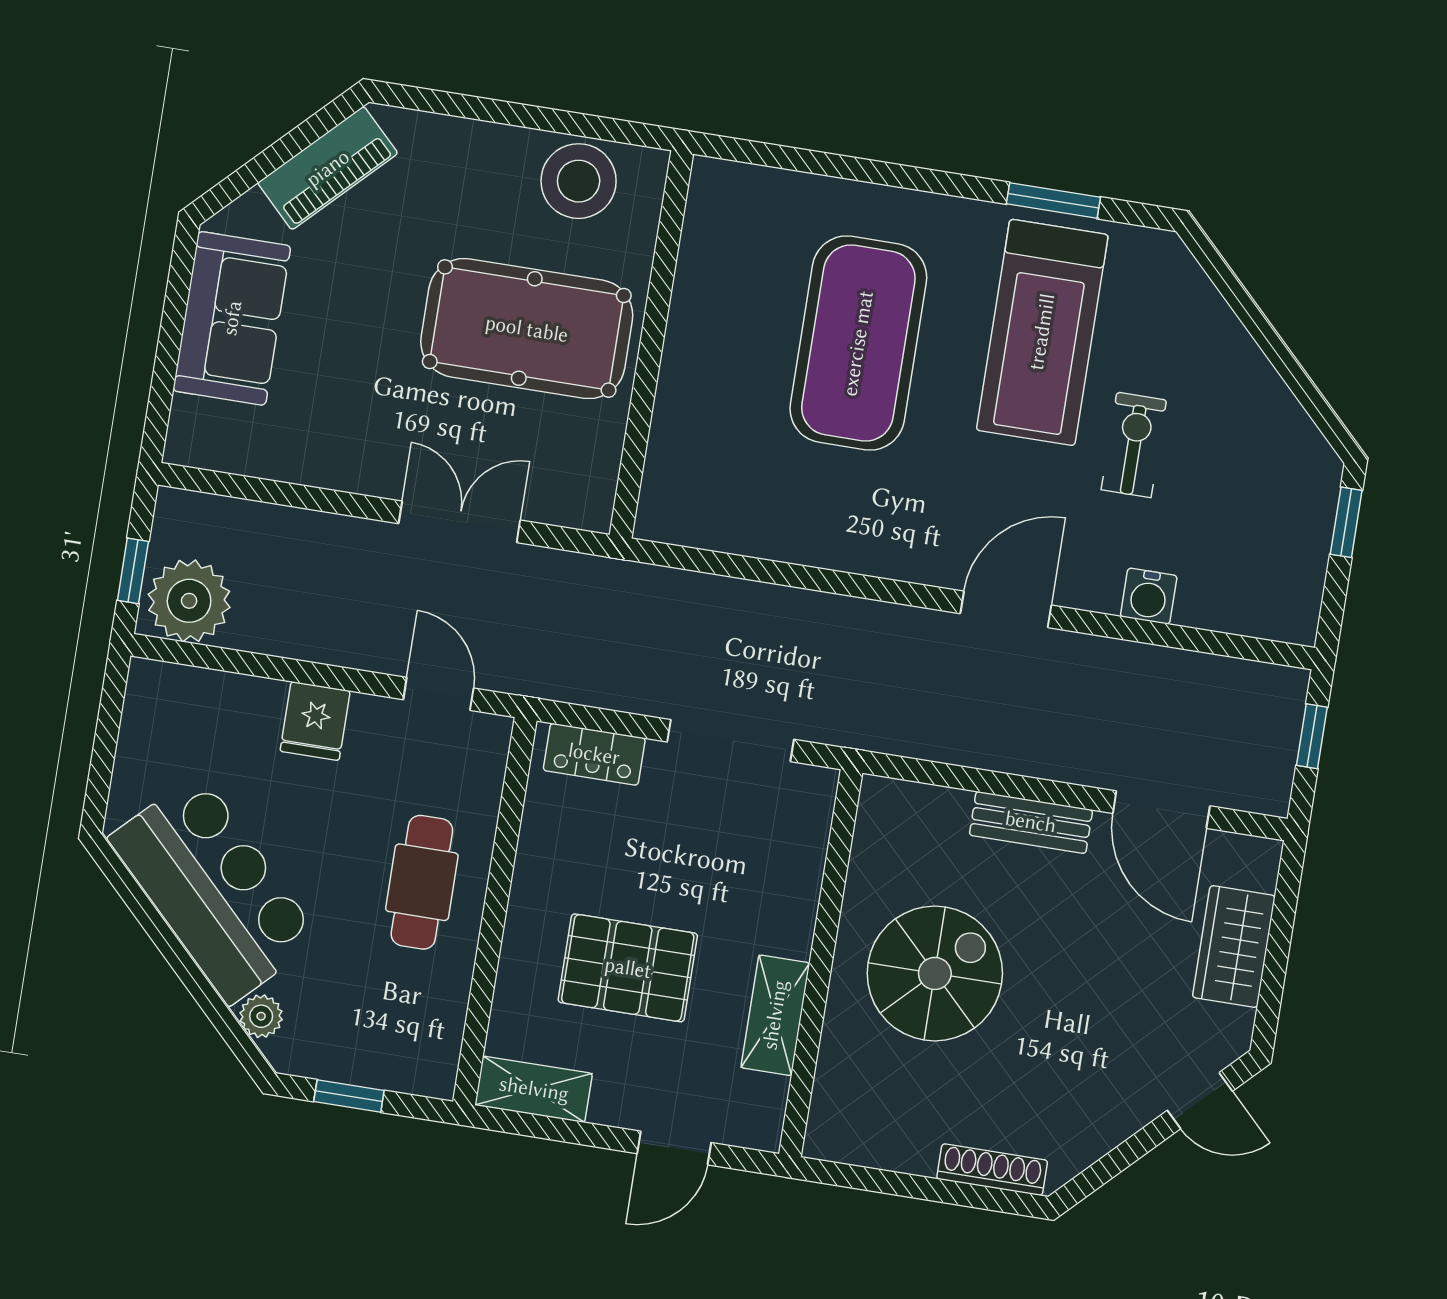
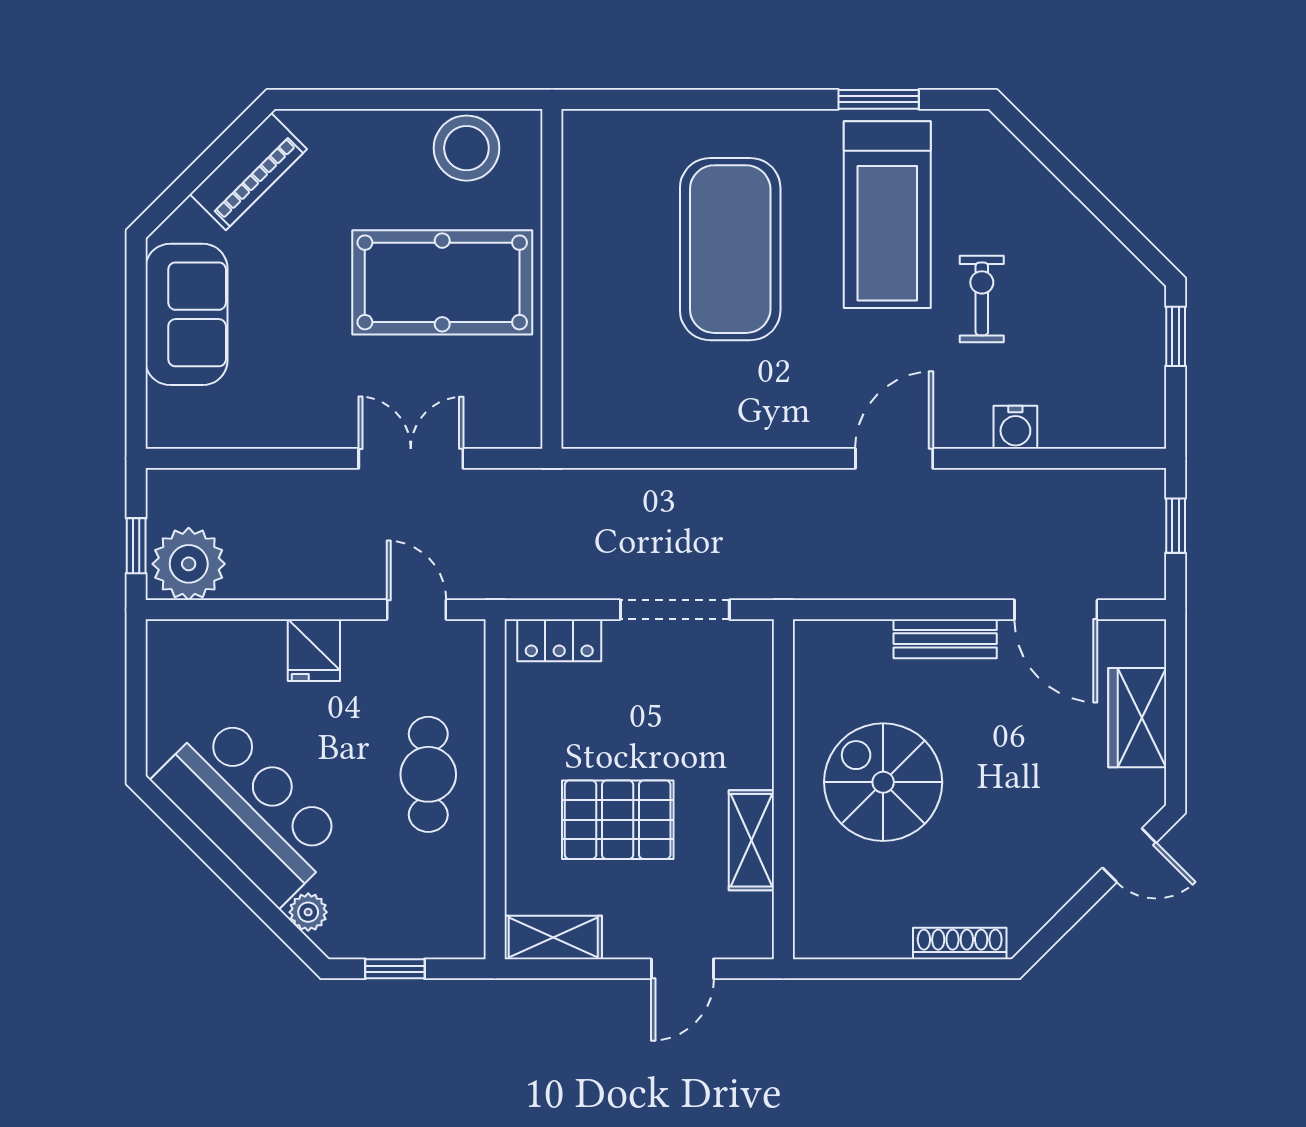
spiral stairs: (935, 973) -> (883, 782), turned -90

